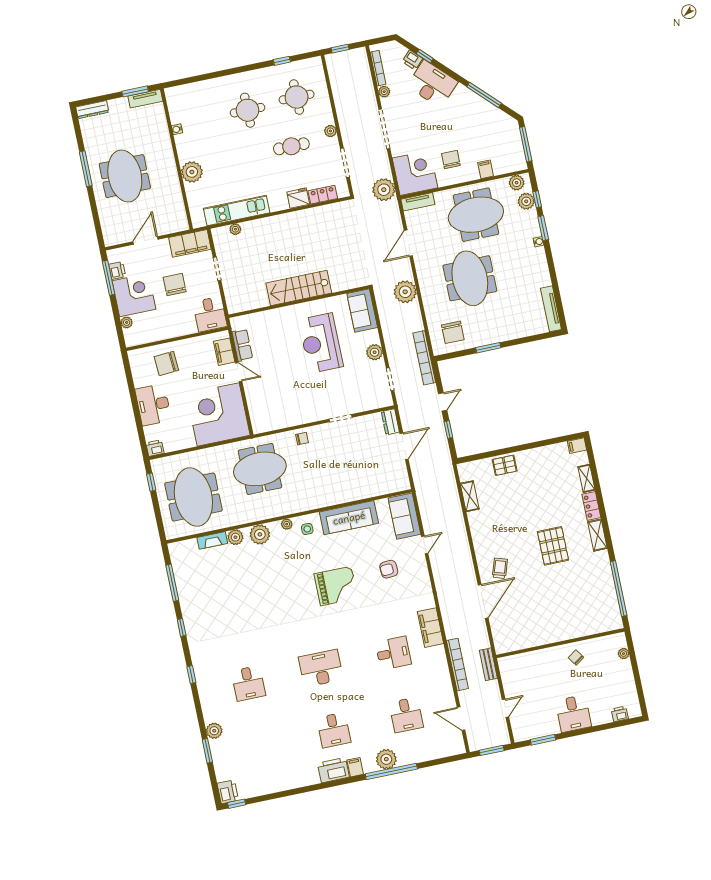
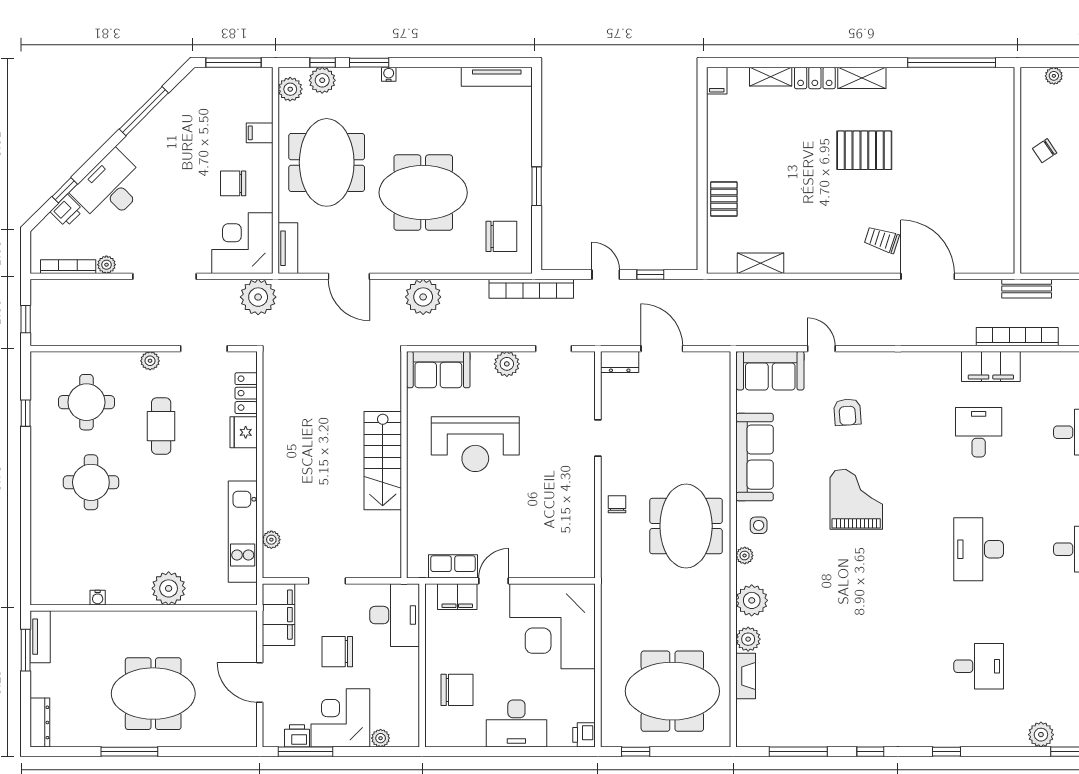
desk: (210, 314) -> (395, 615), width x1.37
chair: (166, 364) -> (457, 690), turned -86
meeting table: (260, 469) -> (686, 526), moved
filing cabinet: (430, 628) -> (991, 366), moved

